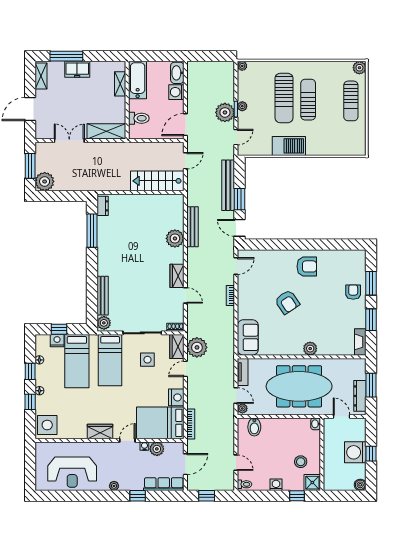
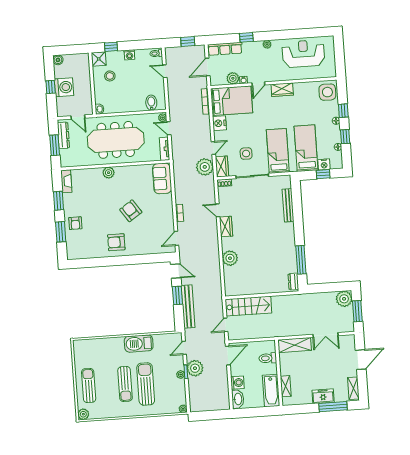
bench: (193, 227) -> (216, 269), removed
plant: (104, 323) -> (285, 182), removed

